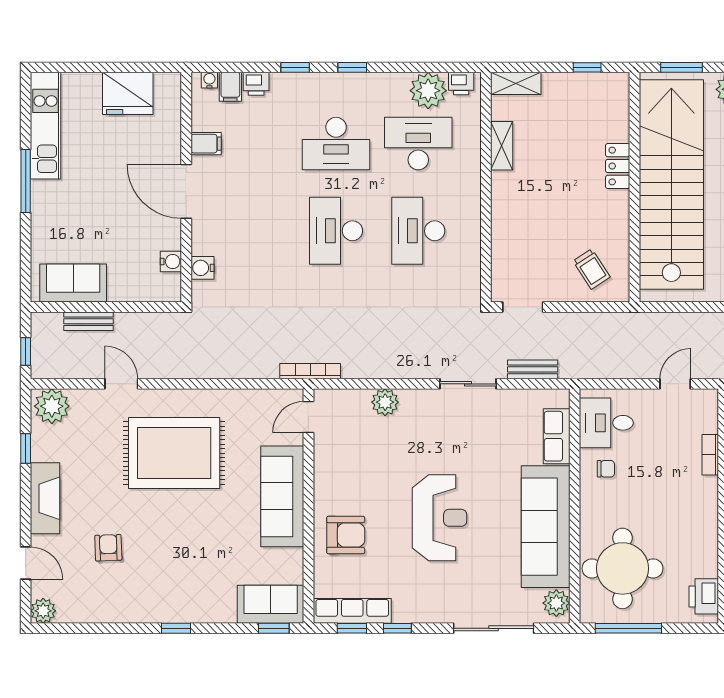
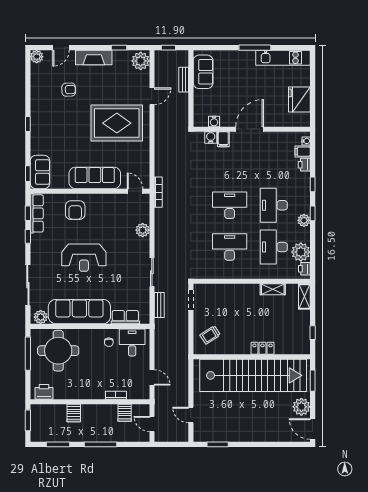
plant: (366, 84) -> (304, 220), added
filing cabinet: (206, 144) -> (223, 139), moved
desk: (418, 144) -> (274, 247), turned 180
rug: (174, 453) -> (117, 123), turned 90

